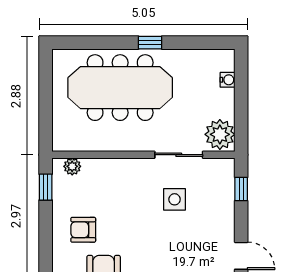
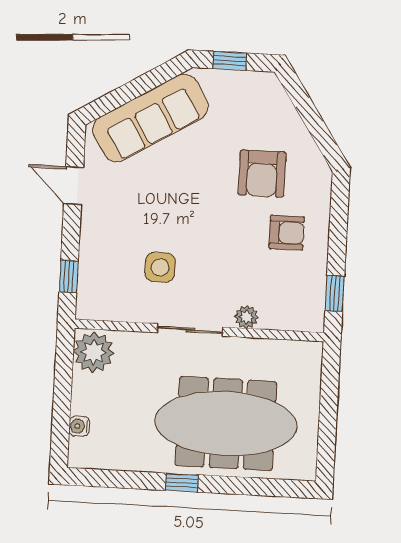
sliding door: (179, 155) -> (190, 330), moved
plant: (72, 166) -> (247, 317), moved

